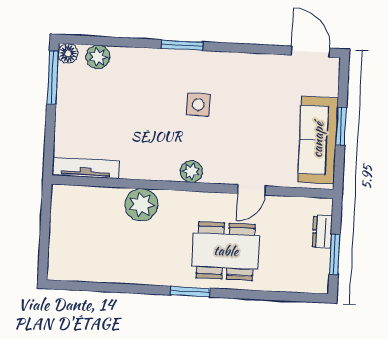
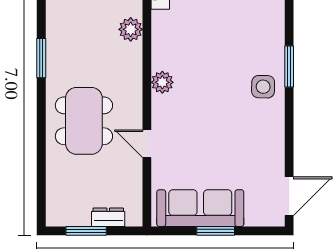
side table: (198, 105) -> (263, 87), moved
plant: (141, 205) -> (131, 29), width x0.73, depth x0.73
window: (190, 292) -> (41, 58), moved

